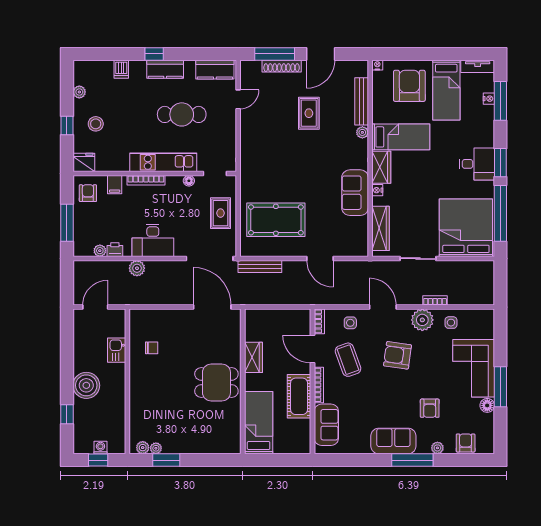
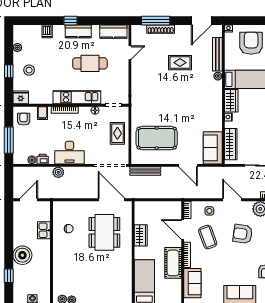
door: (321, 54) -> (202, 21), moved
rug: (309, 113) -> (180, 63), turned 90
sofa: (355, 193) -> (213, 148), moved
dining table: (216, 382) -> (104, 232), moved, width x1.38

